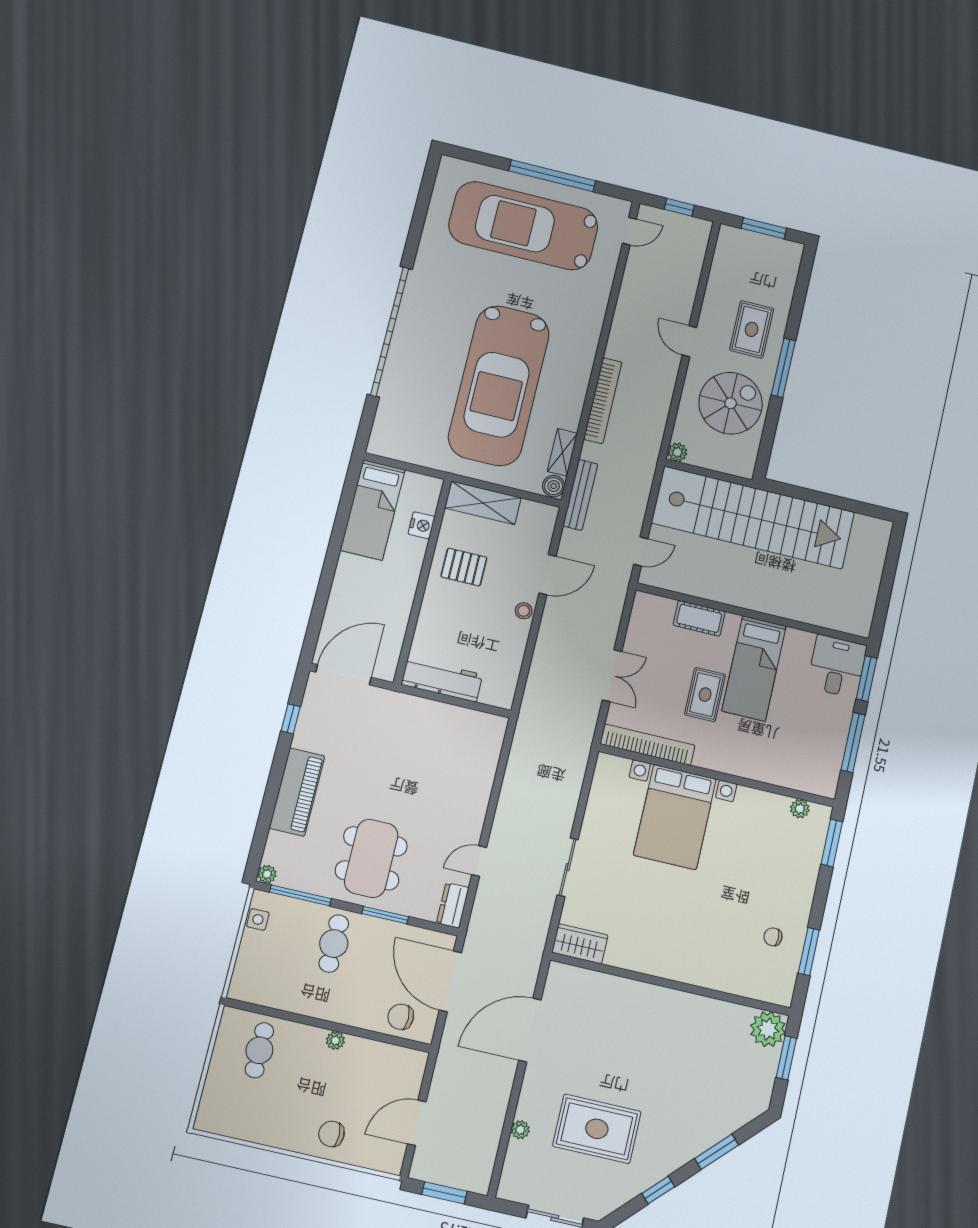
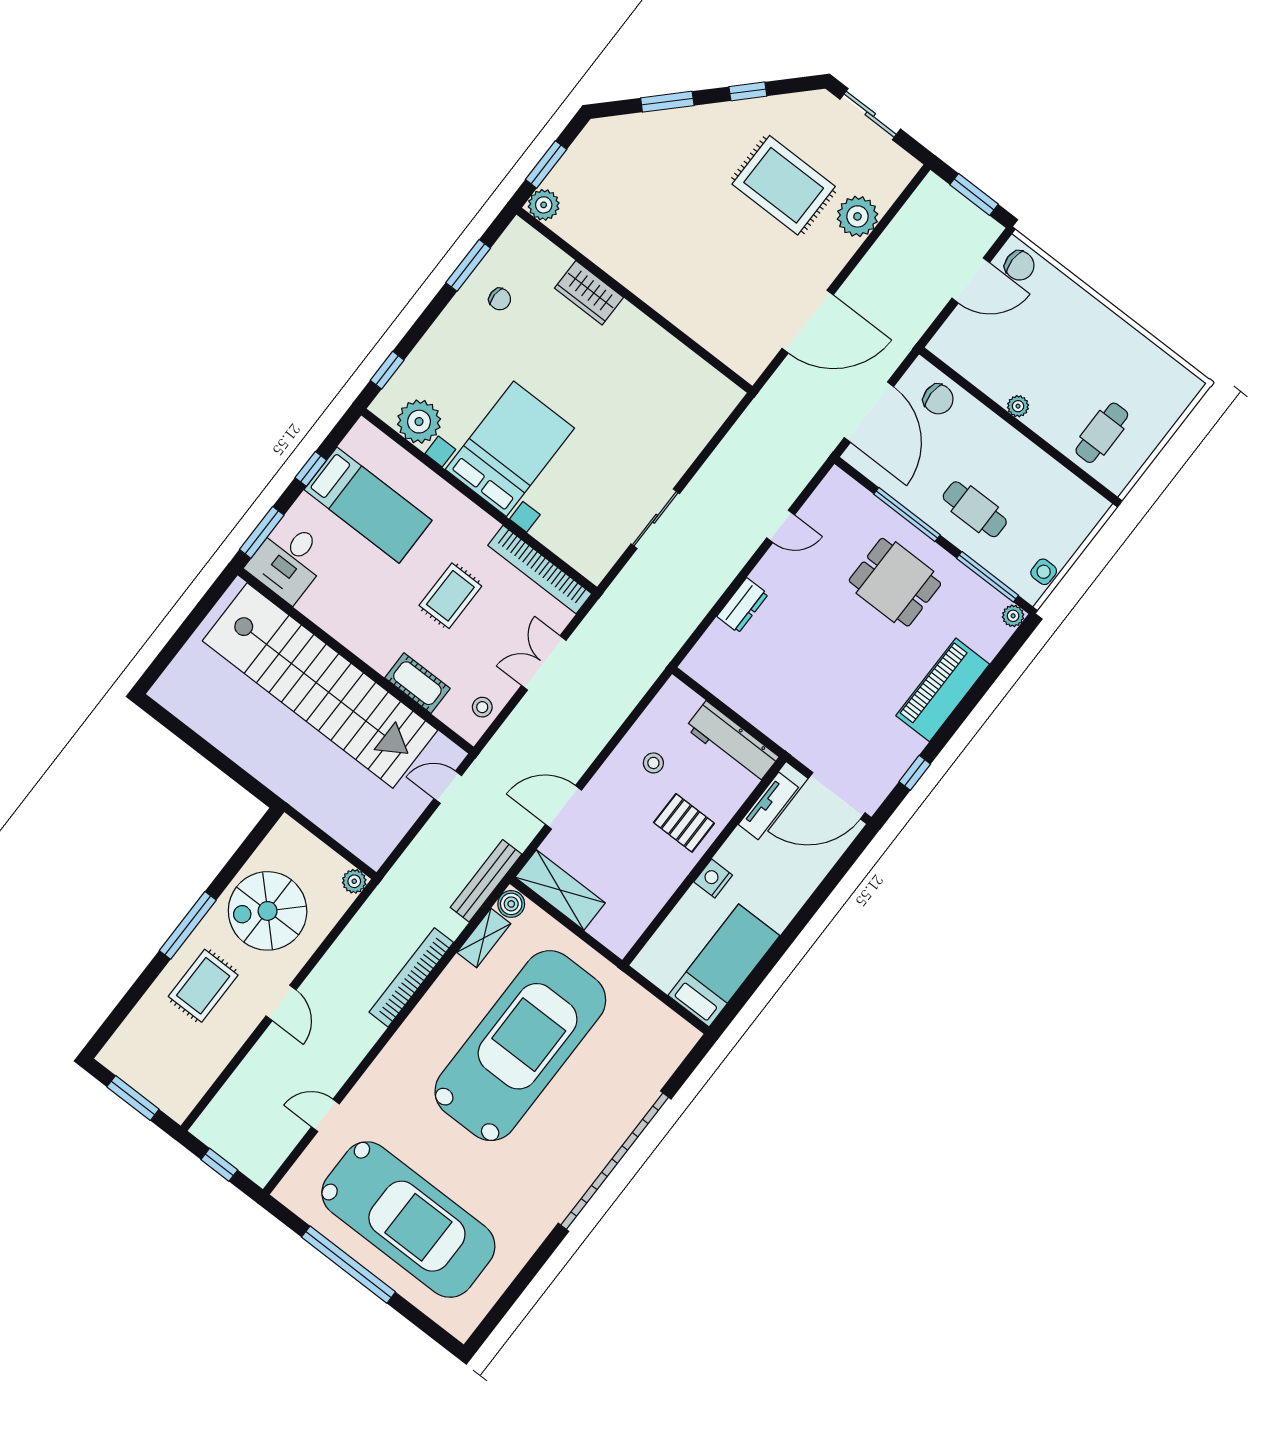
door: (629, 231) -> (325, 1115), moved
shelving: (483, 503) -> (560, 890), moved
stairs: (753, 518) -> (320, 686), moved, turned 180
nightstand: (421, 525) -> (713, 878), moved
pallet: (464, 567) -> (684, 823), moved
stool: (524, 611) -> (653, 763), moved
stool: (643, 622) -> (482, 707), added
tv unit: (392, 644) -> (768, 806), added
bed: (754, 668) -> (368, 505), moved, turned 90
window: (853, 742) -> (311, 469), width x0.46
plant: (800, 809) -> (419, 422), width x1.87, depth x1.87
bed with nightstands: (675, 817) -> (510, 449), moved
window: (832, 843) -> (387, 370), width x0.67
dining table: (371, 858) -> (895, 582), width x0.73
sliding door: (568, 867) -> (655, 519), moved
dresser: (453, 905) -> (743, 605), moved
window: (385, 915) -> (907, 514), width x1.44
cafe table: (334, 944) -> (975, 509), turned 90
wardrobe: (580, 944) -> (589, 293), moved
plant: (768, 1029) -> (544, 205), width x0.73, depth x0.73
plant: (520, 1130) -> (857, 216), width x1.88, depth x1.88
chair: (331, 1134) -> (1019, 266), moved

